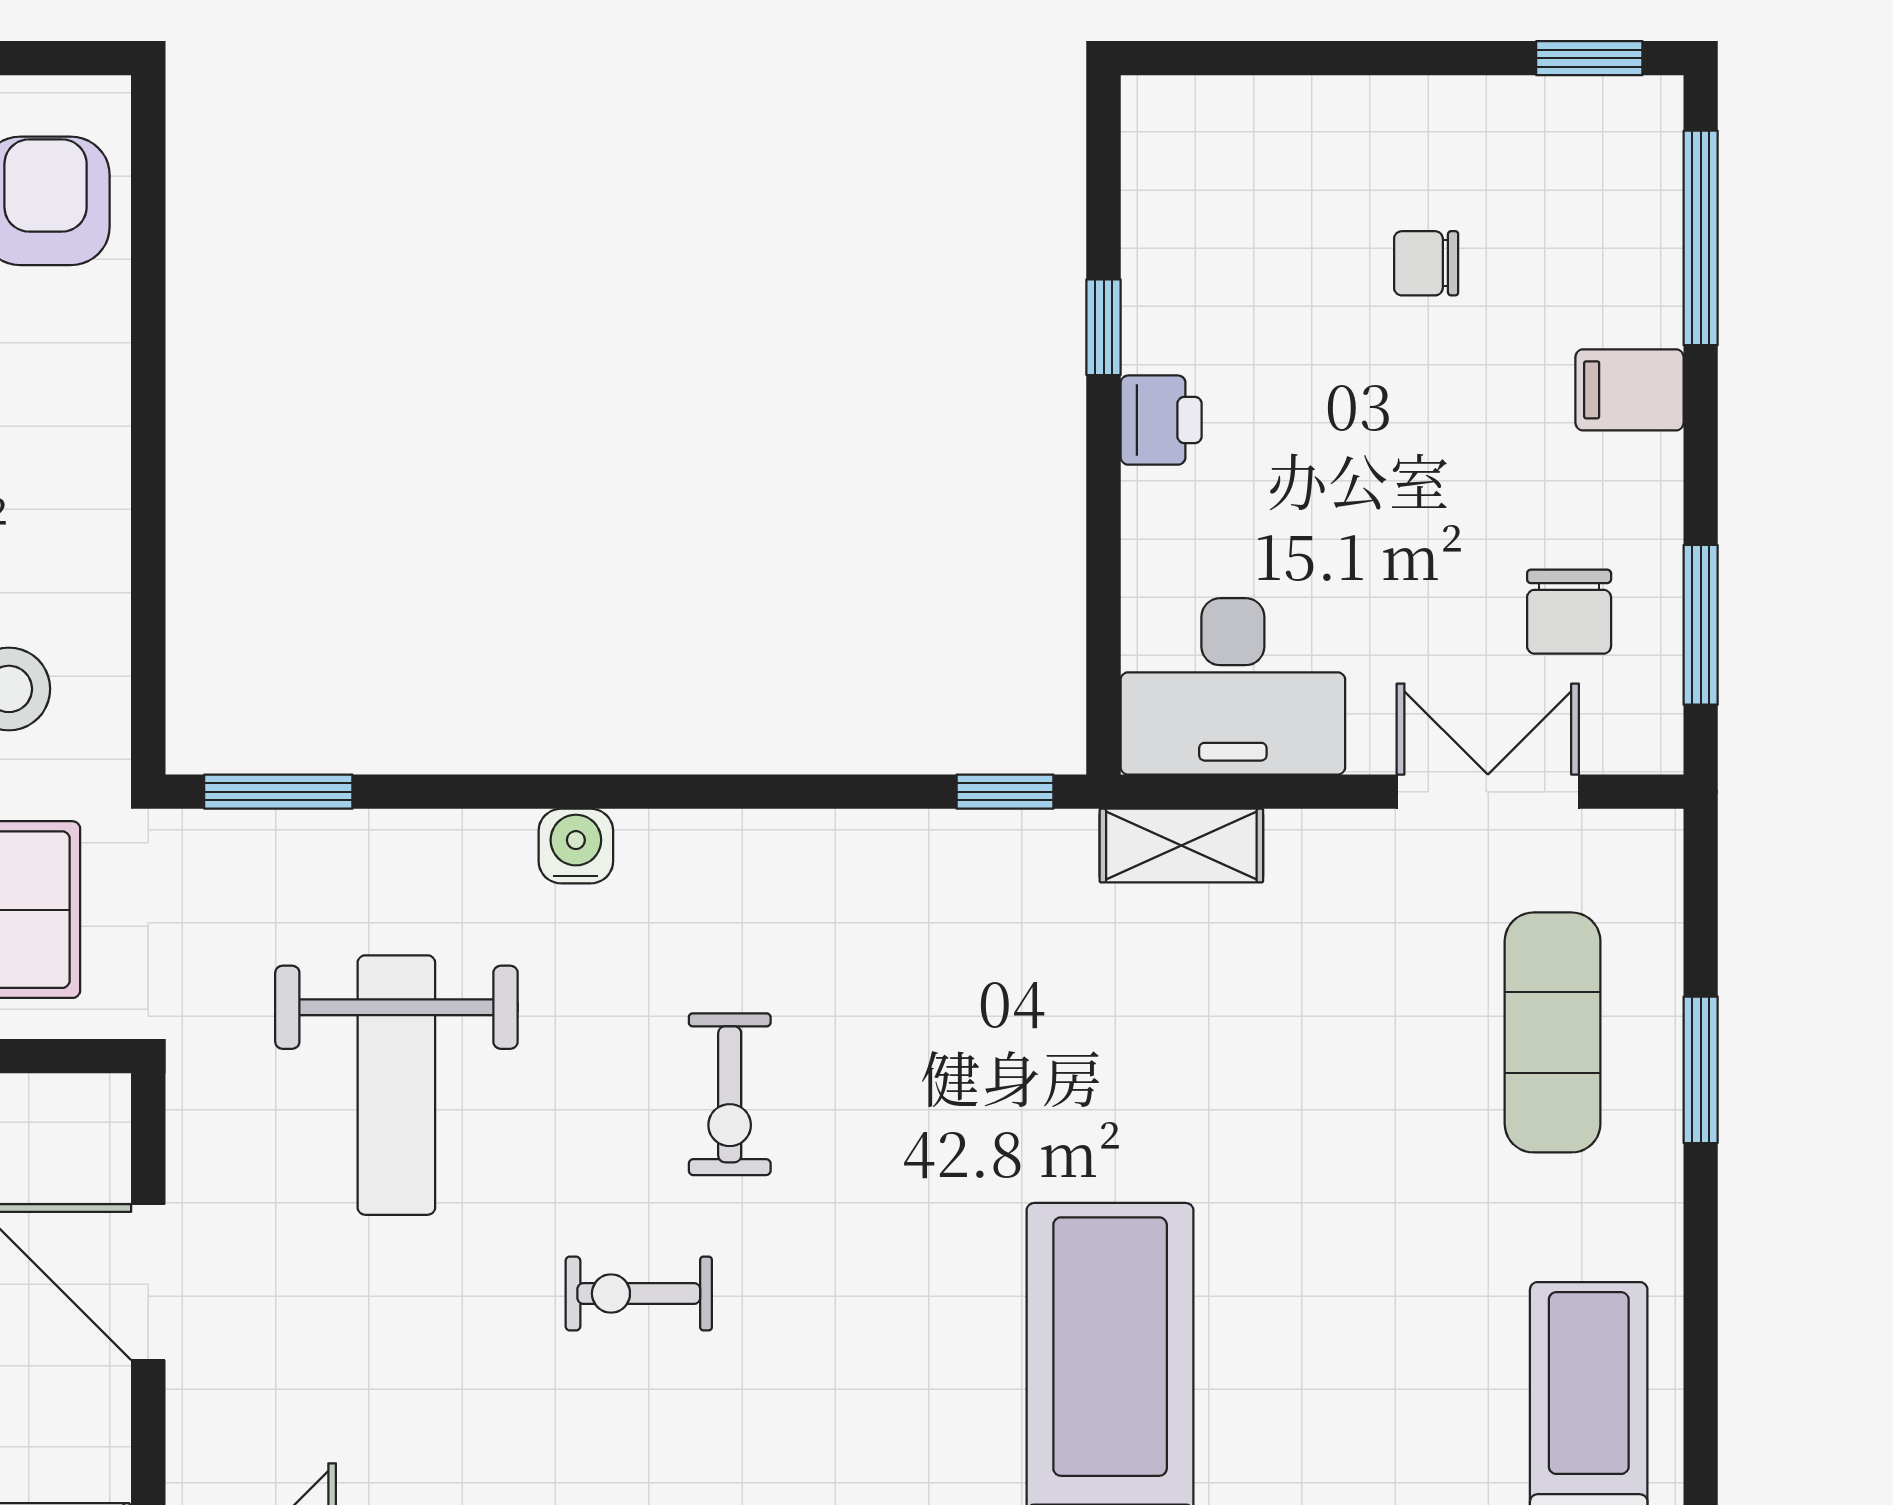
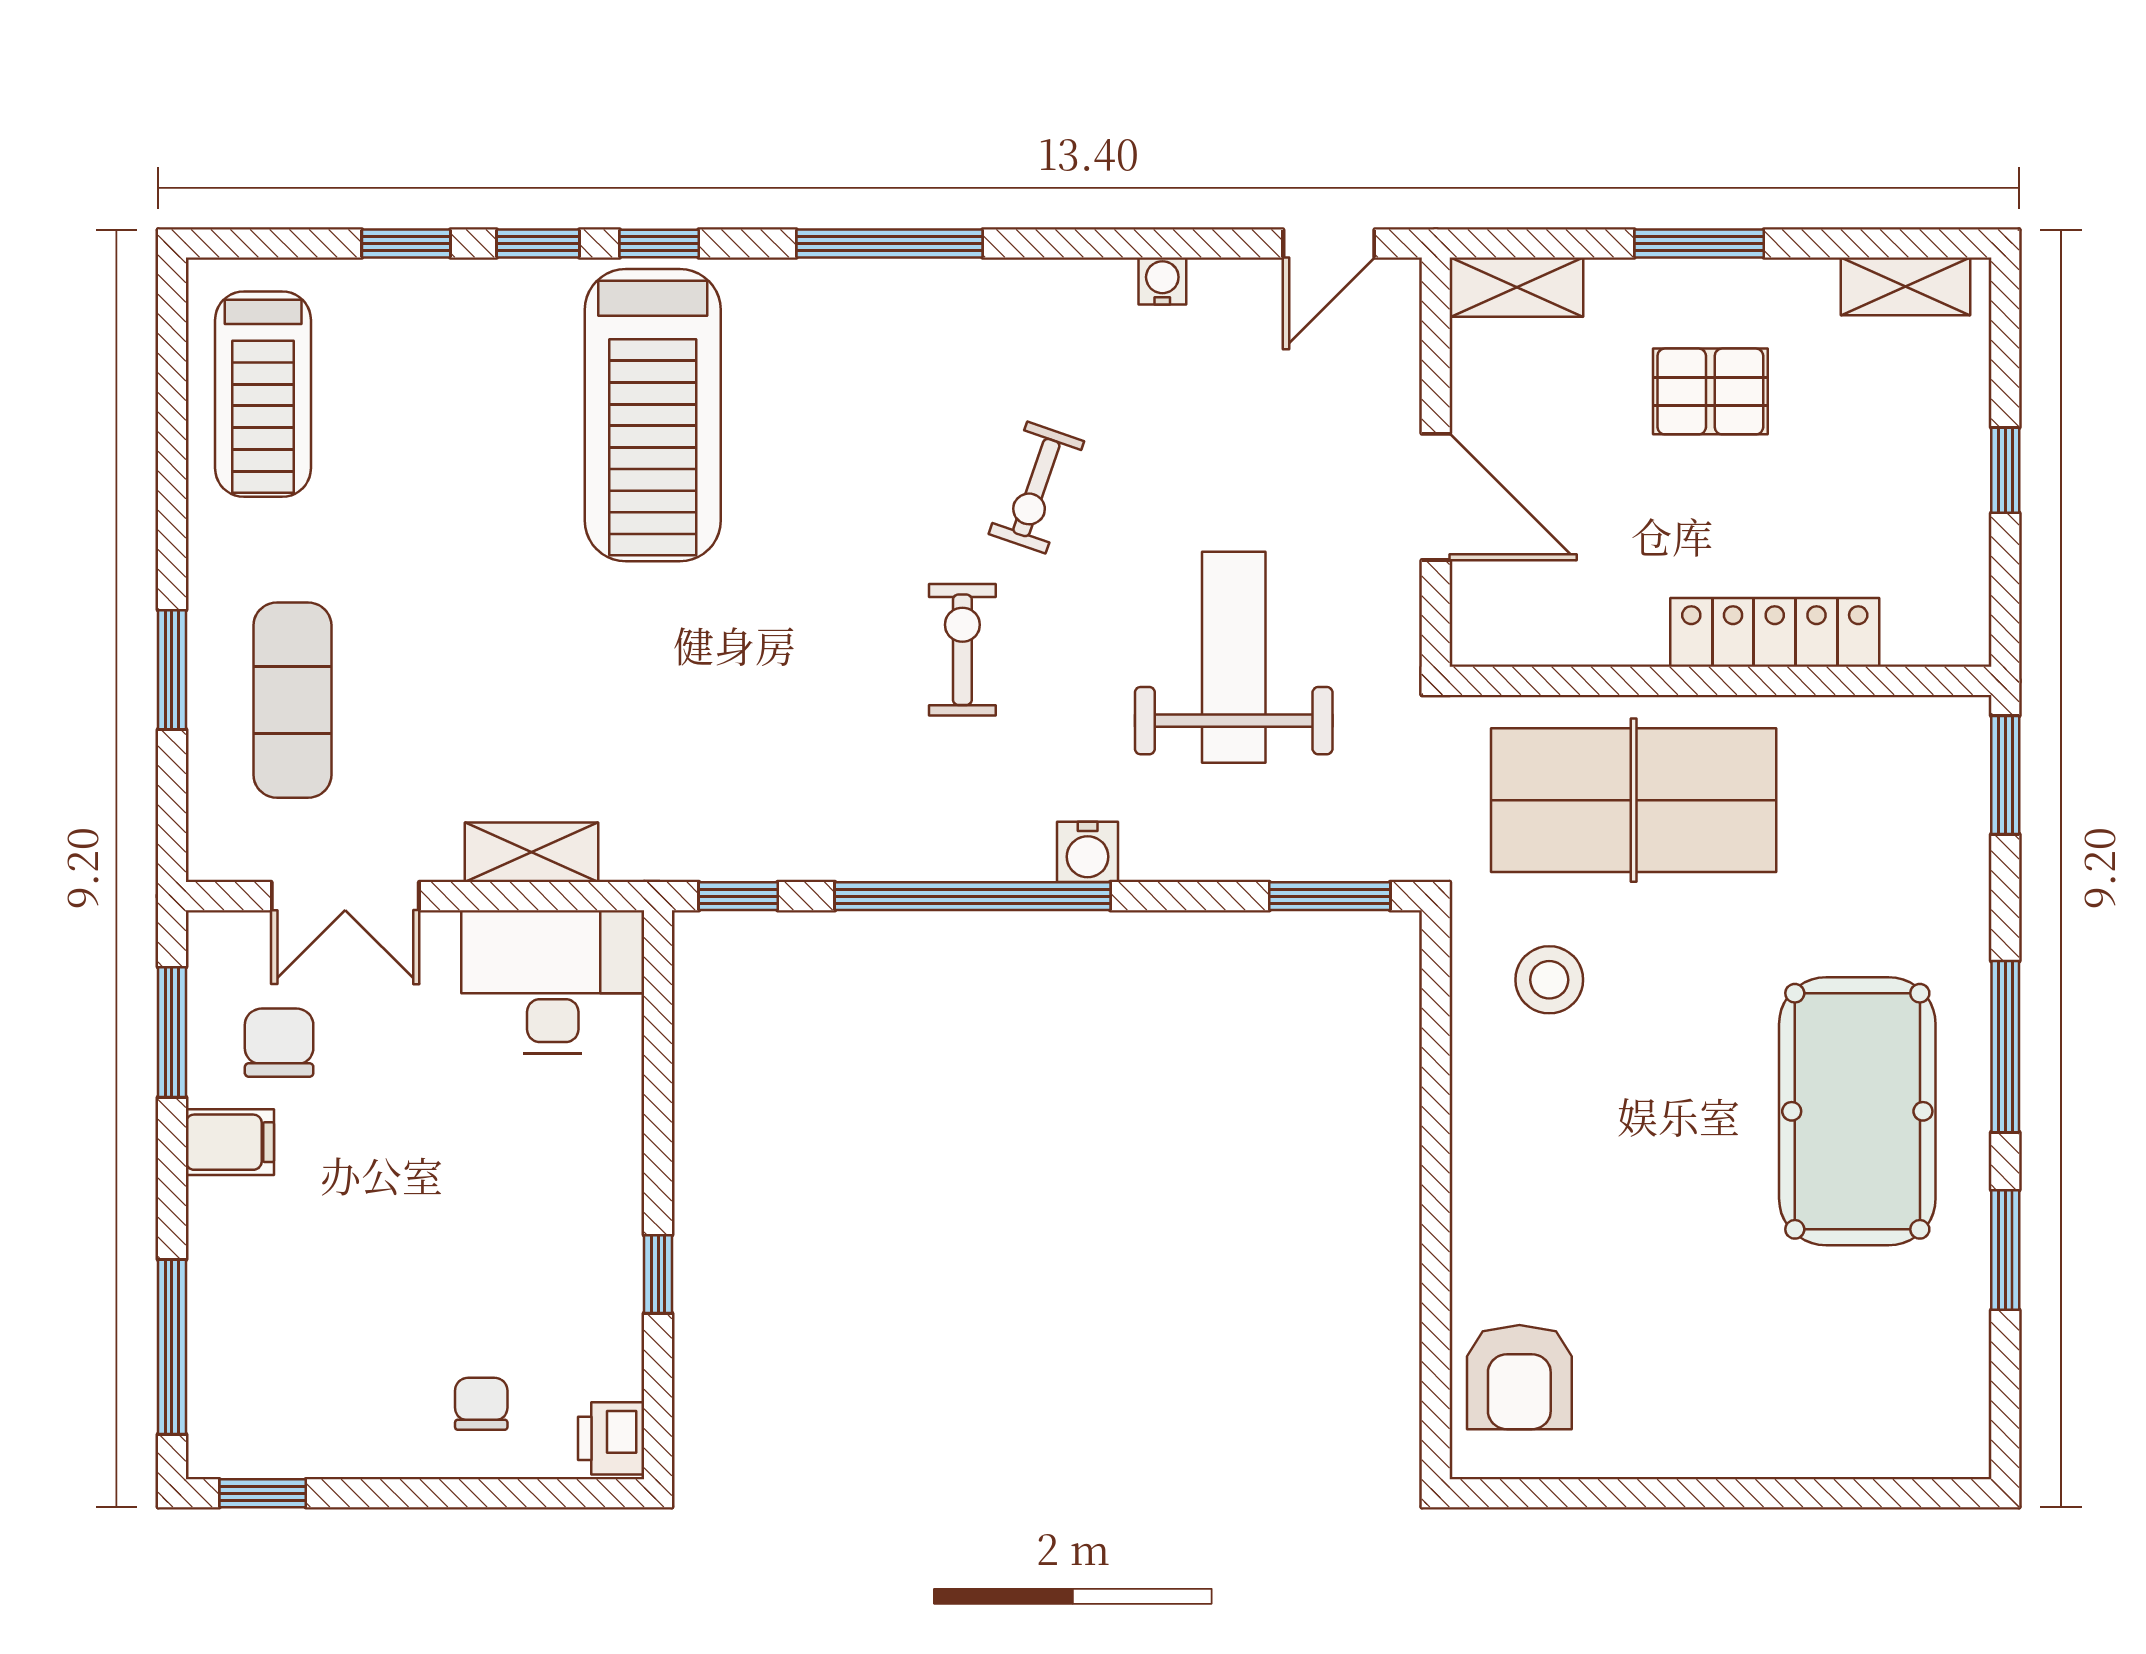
chair: (1426, 263) -> (481, 1404), moved, turned -90
filing cabinet: (1629, 390) -> (230, 1142), moved
printer: (1161, 420) -> (611, 1438), moved
window: (717, 792) -> (973, 896), added
shelving: (1181, 846) -> (531, 852), moved
exercise bike: (639, 1294) -> (1036, 488), turned 109

